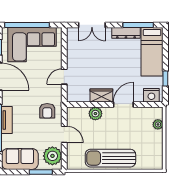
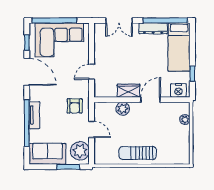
window: (138, 25) -> (165, 20), width x1.46
sun lounger: (110, 158) -> (138, 153), width x0.73, depth x0.75

